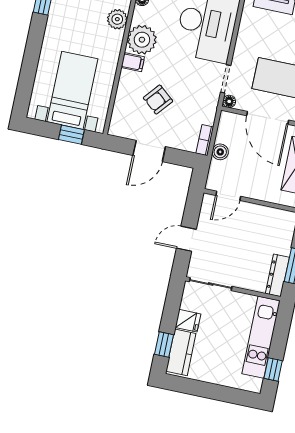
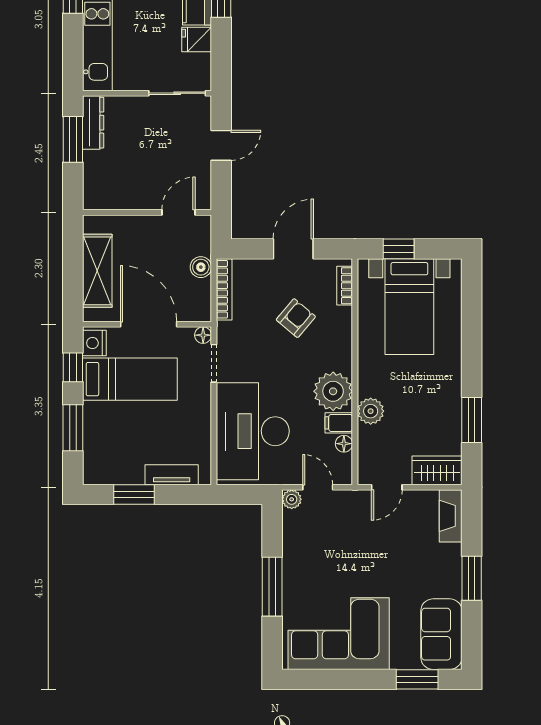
filing cabinet: (133, 62) -> (339, 423), moved
bookcase: (117, 116) -> (345, 286), added
bookcase: (205, 140) -> (224, 289), width x1.56

